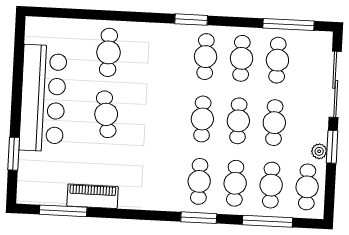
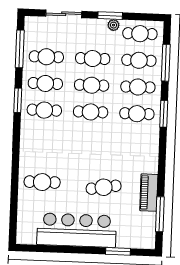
window: (191, 20) -> (18, 100), moved
sliding door: (335, 84) -> (64, 14), width x0.73
cafe table: (106, 114) -> (104, 187), moved

